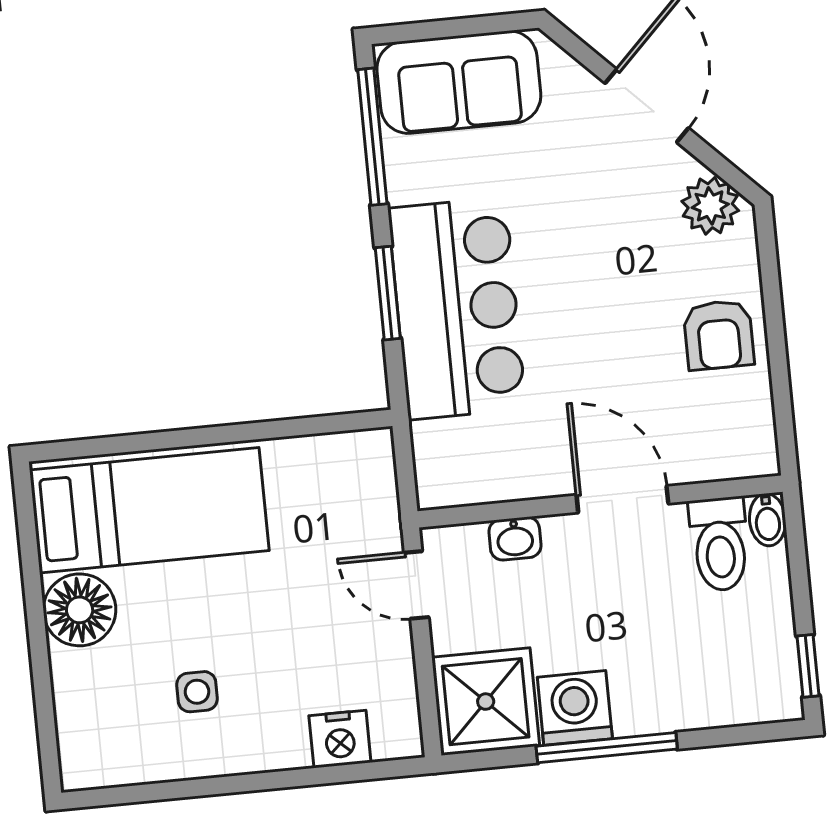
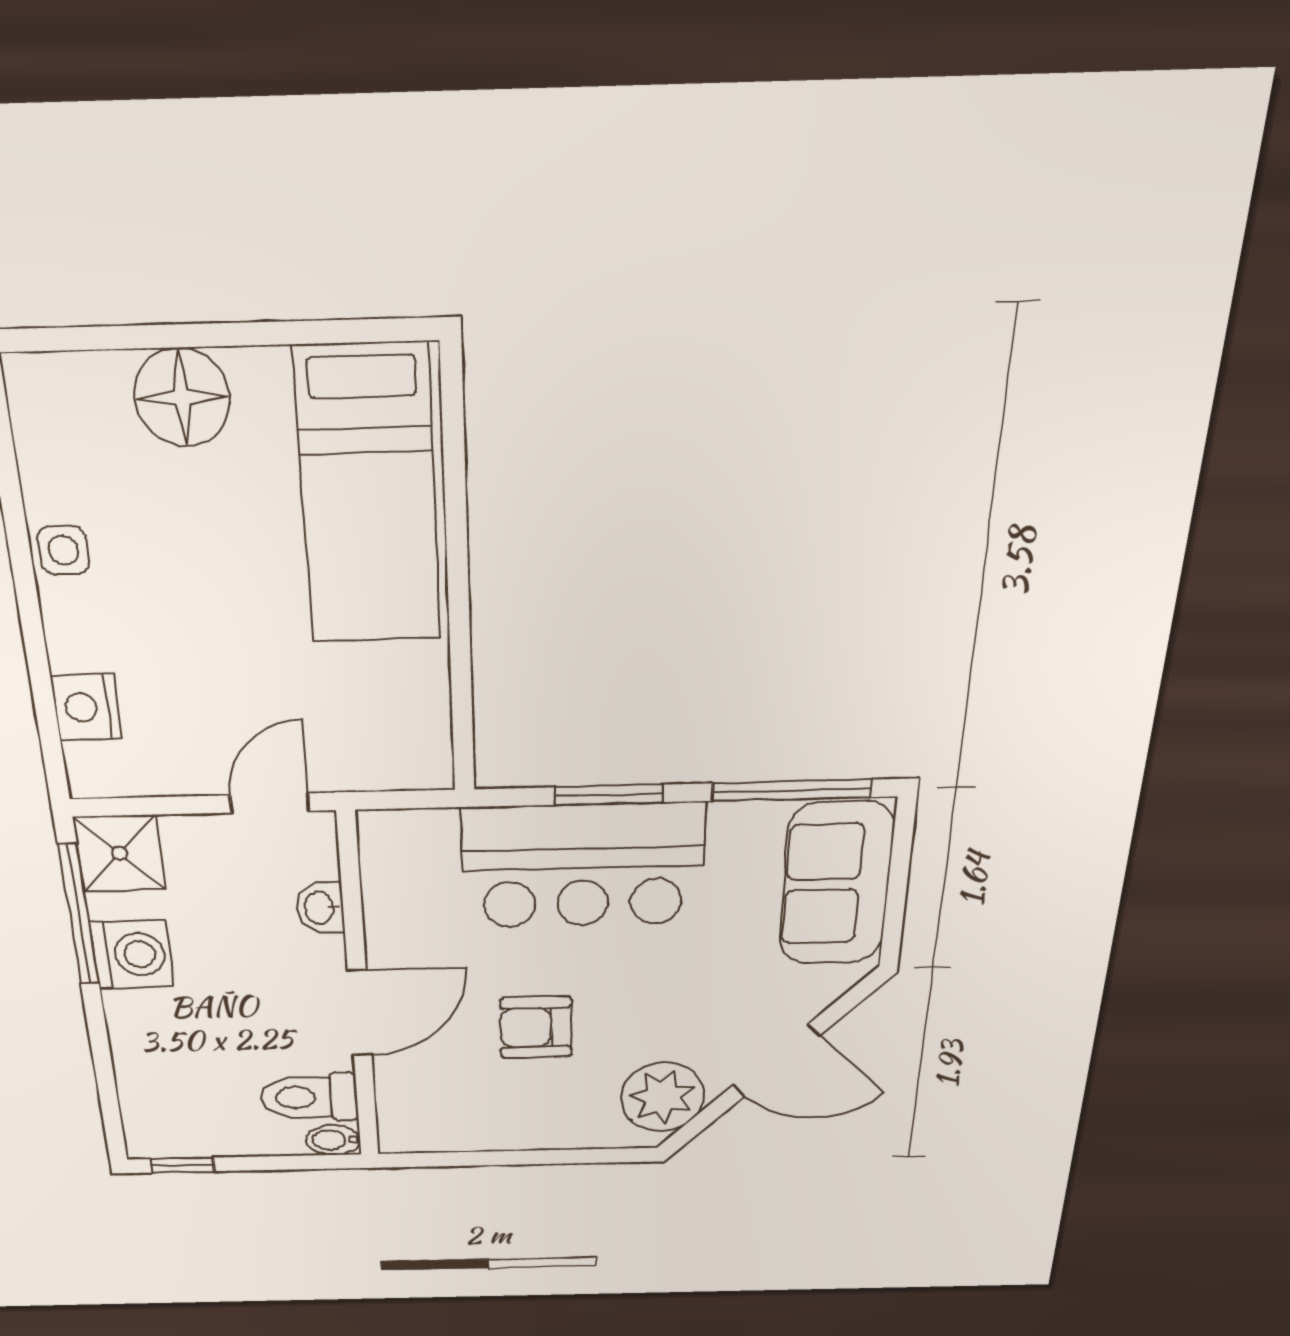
plant: (710, 206) -> (662, 1097), width x1.36, depth x1.36
armchair: (719, 335) -> (536, 1027), moved
floor lamp: (80, 610) -> (182, 397), moved
side table: (197, 692) -> (63, 550), moved
shower: (486, 702) -> (119, 853), width x0.73, depth x0.73
window: (607, 748) -> (79, 915), moved

